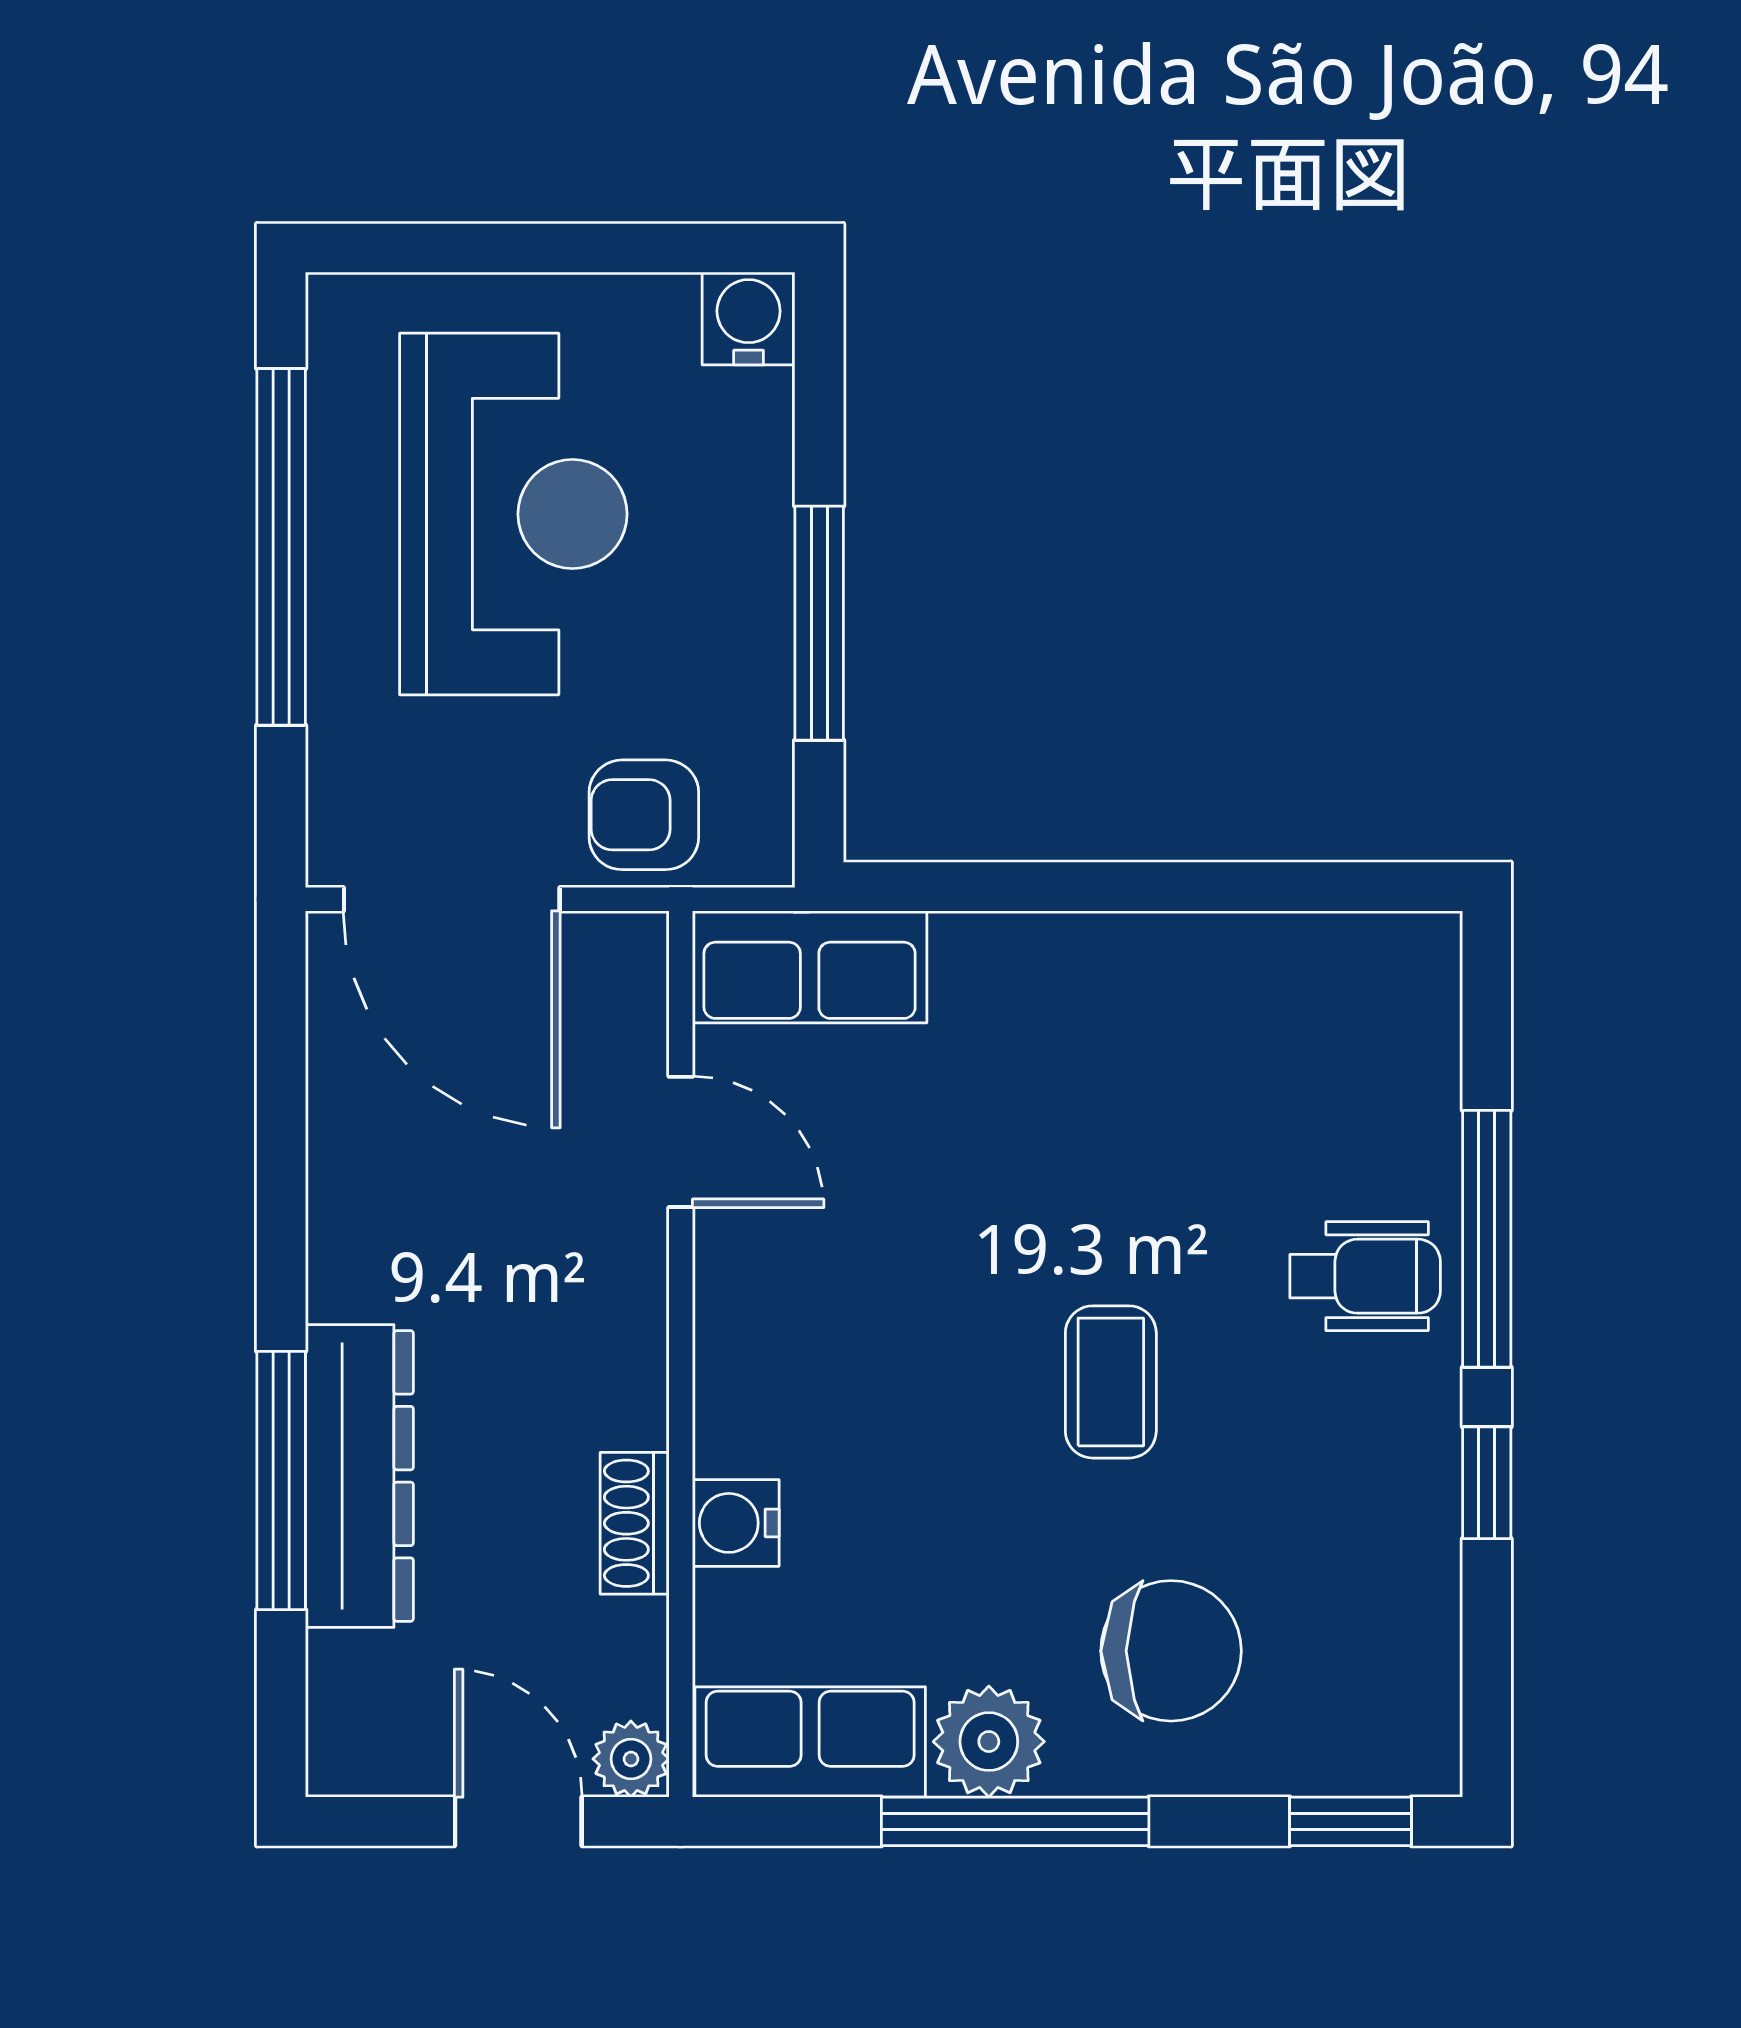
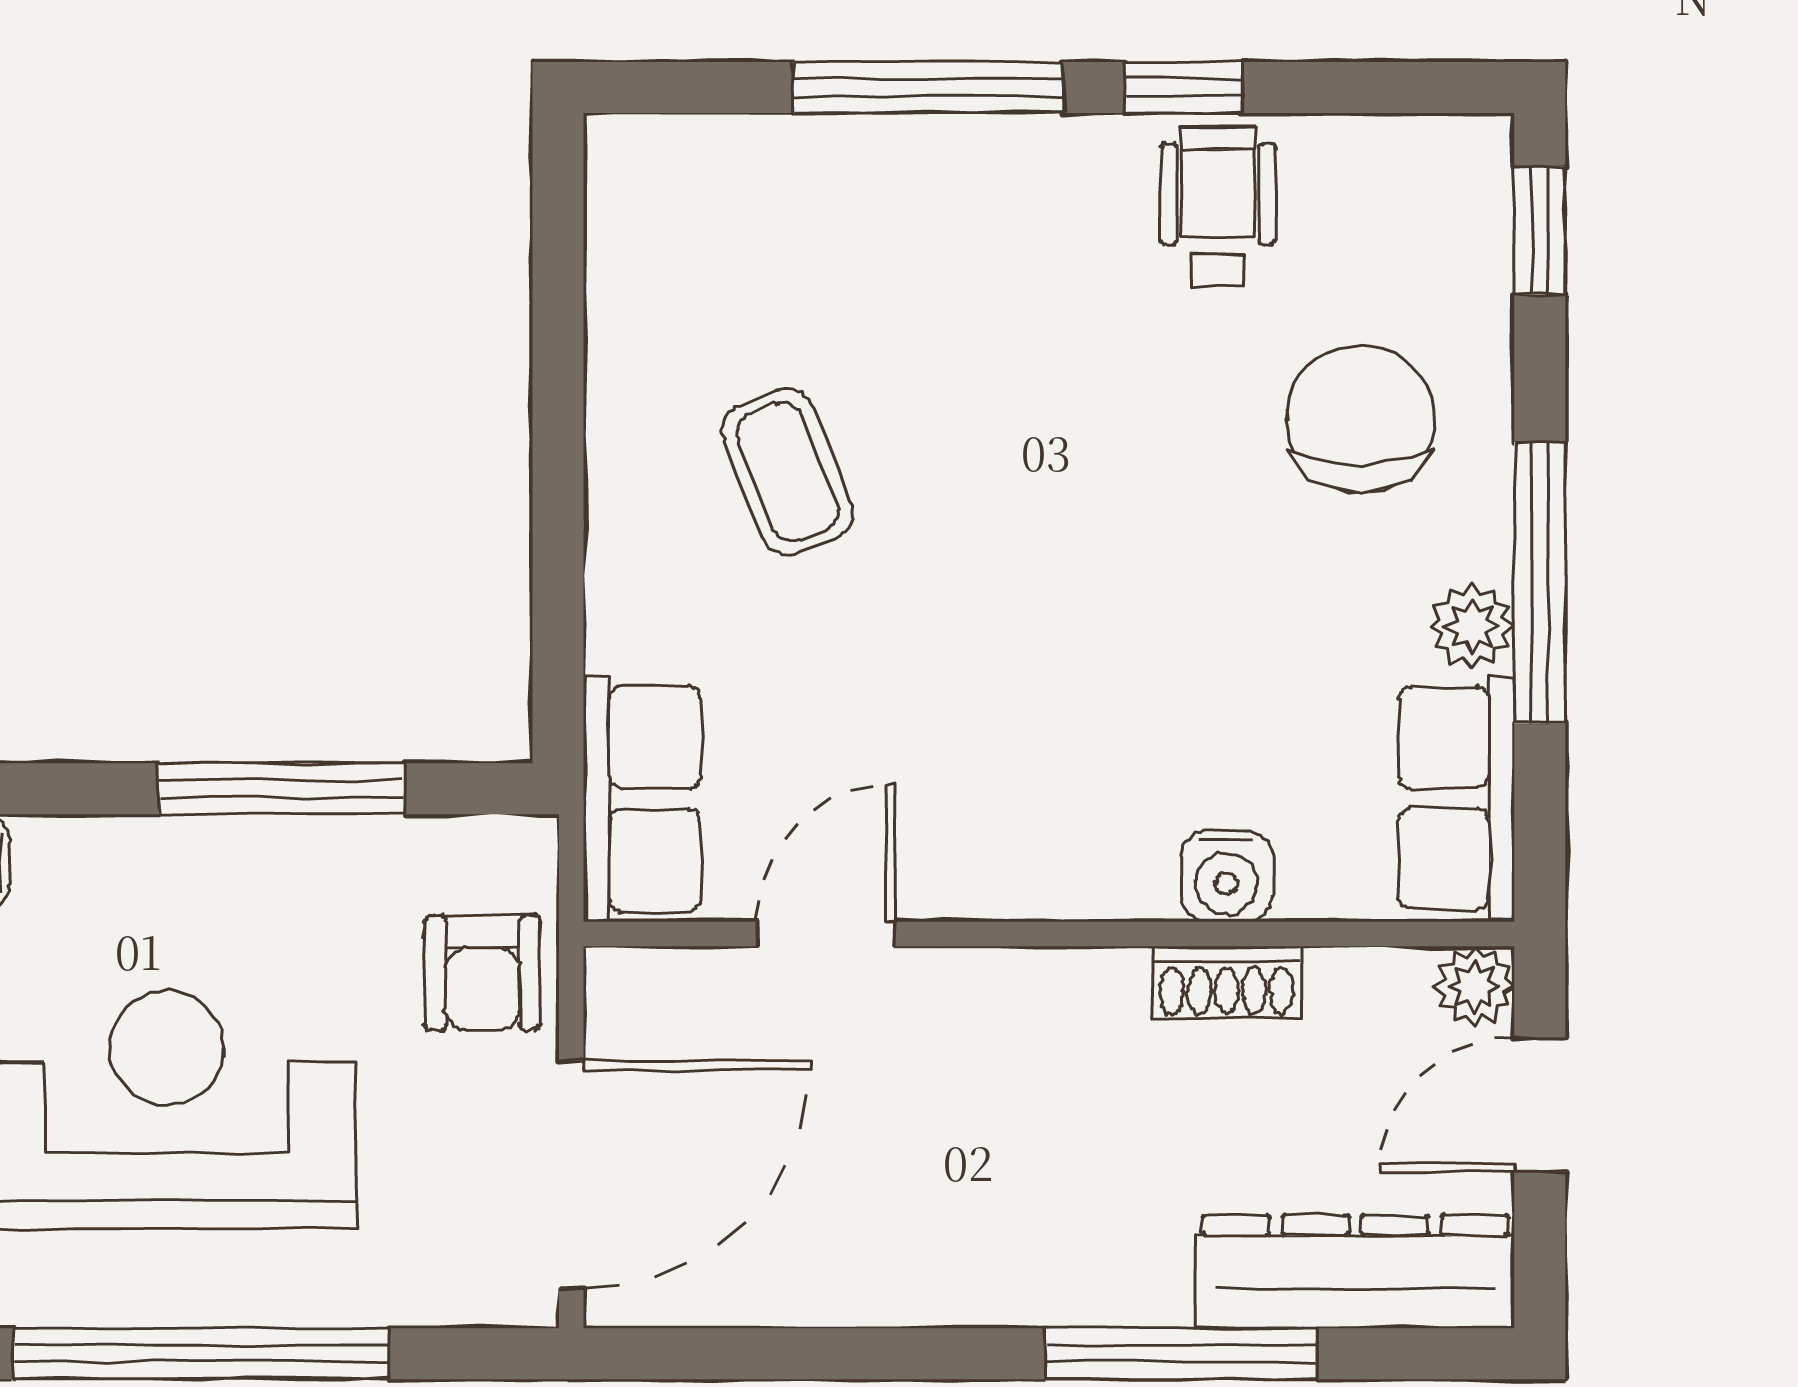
wheelchair: (1365, 1276) -> (1218, 206), moved
coffee table: (1111, 1382) -> (787, 472), moved, turned 68
dresser: (359, 1476) -> (1355, 1272), moved
plant: (989, 1742) -> (1472, 626), width x0.73, depth x0.73

